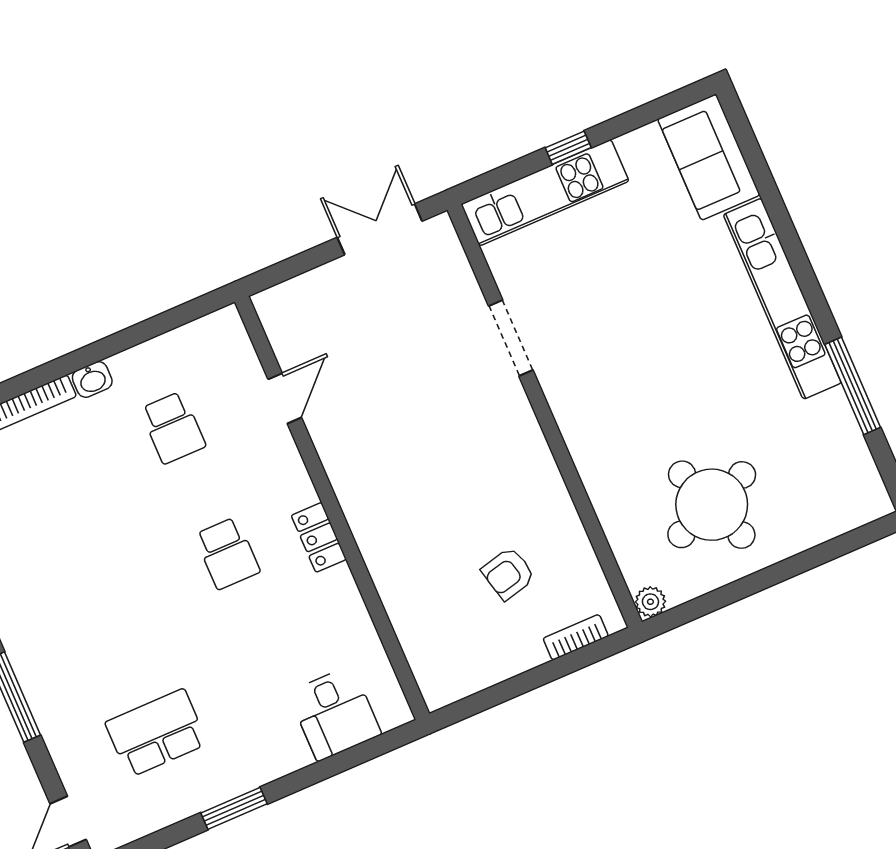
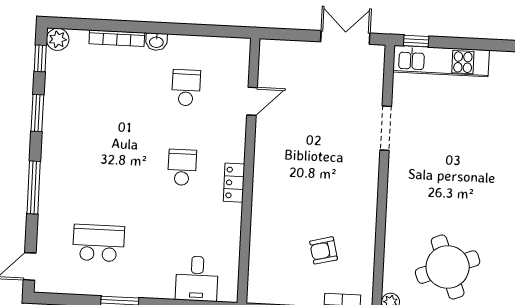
window: (568, 148) -> (416, 41), moved
school desk: (173, 428) -> (186, 88), turned 180
school desk: (227, 553) -> (182, 167), turned 180

